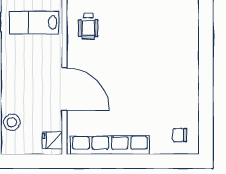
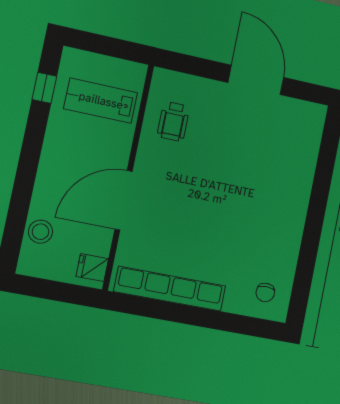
door: (64, 89) -> (124, 200), swing flipped
chair: (180, 135) -> (265, 292), turned -90

